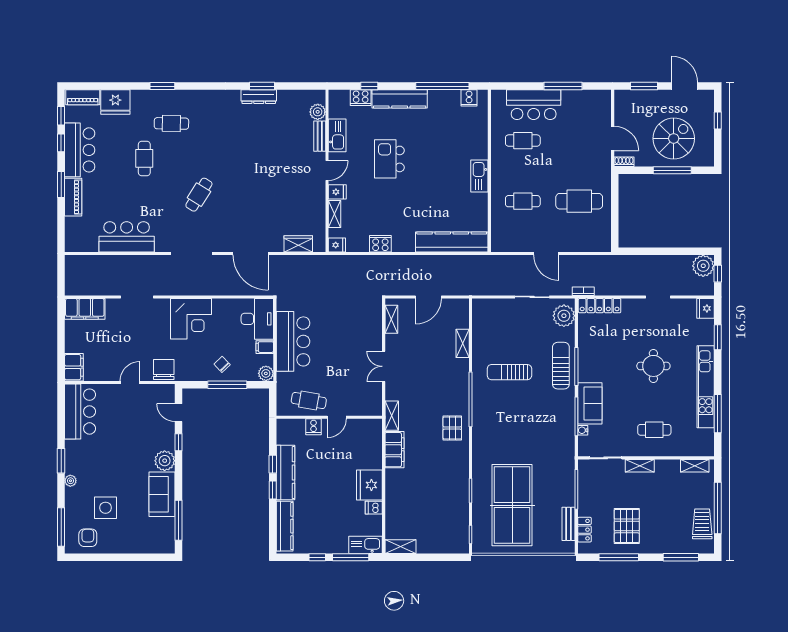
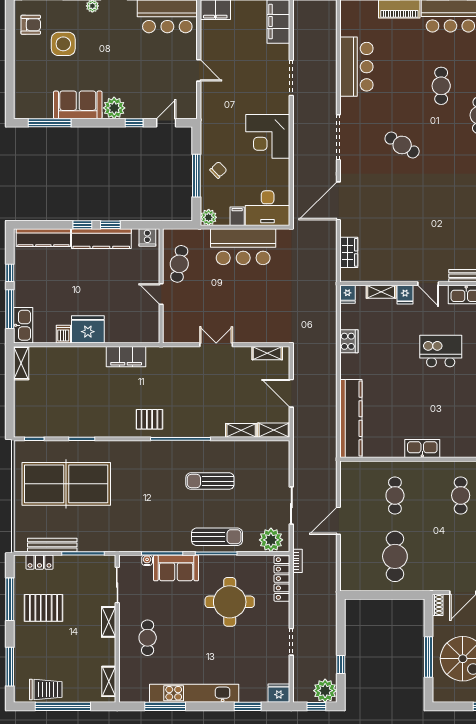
cafe table: (144, 158) -> (441, 86), turned 90
window: (679, 251) -> (341, 664), added
round table: (653, 366) -> (230, 602), moved, width x1.36, depth x1.36
chair: (164, 369) -> (213, 107), removed
sun lounger: (509, 372) -> (210, 481), turned -90
shelving: (392, 416) -> (274, 430), moved
cooker: (314, 427) -> (147, 237), moved, turned -90
bench: (569, 524) -> (52, 545), width x1.36

